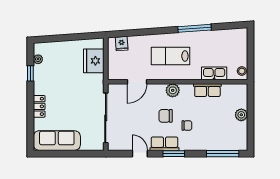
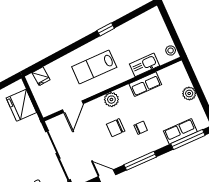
window: (195, 28) -> (106, 29), width x0.46
row of seats: (164, 144) -> (180, 131), moved
window: (174, 154) -> (140, 161), width x1.44

